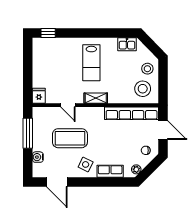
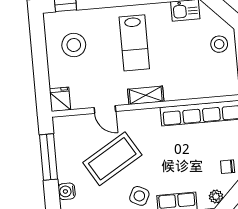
stool: (143, 89) -> (74, 45), moved
coffee table: (70, 138) -> (112, 159), turned -31

